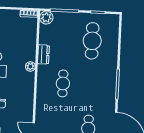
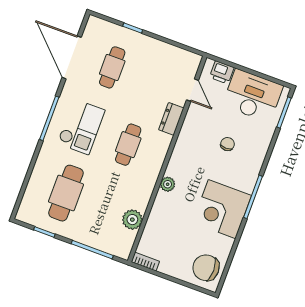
plant: (46, 18) -> (132, 220), moved
dresser: (43, 54) -> (171, 119), moved
checkout: (96, 85) -> (81, 127), added

